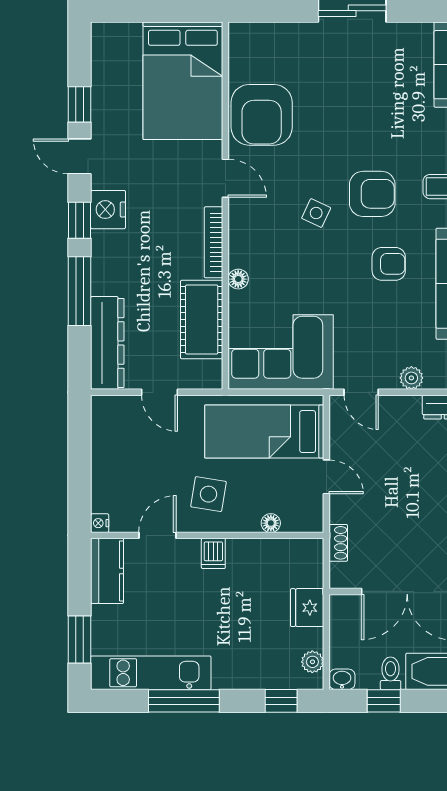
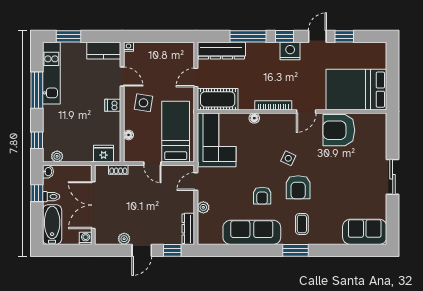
cot: (202, 320) -> (218, 99), moved
door: (326, 477) -> (152, 164), hinge flipped
fridge: (307, 608) -> (104, 154), moved

